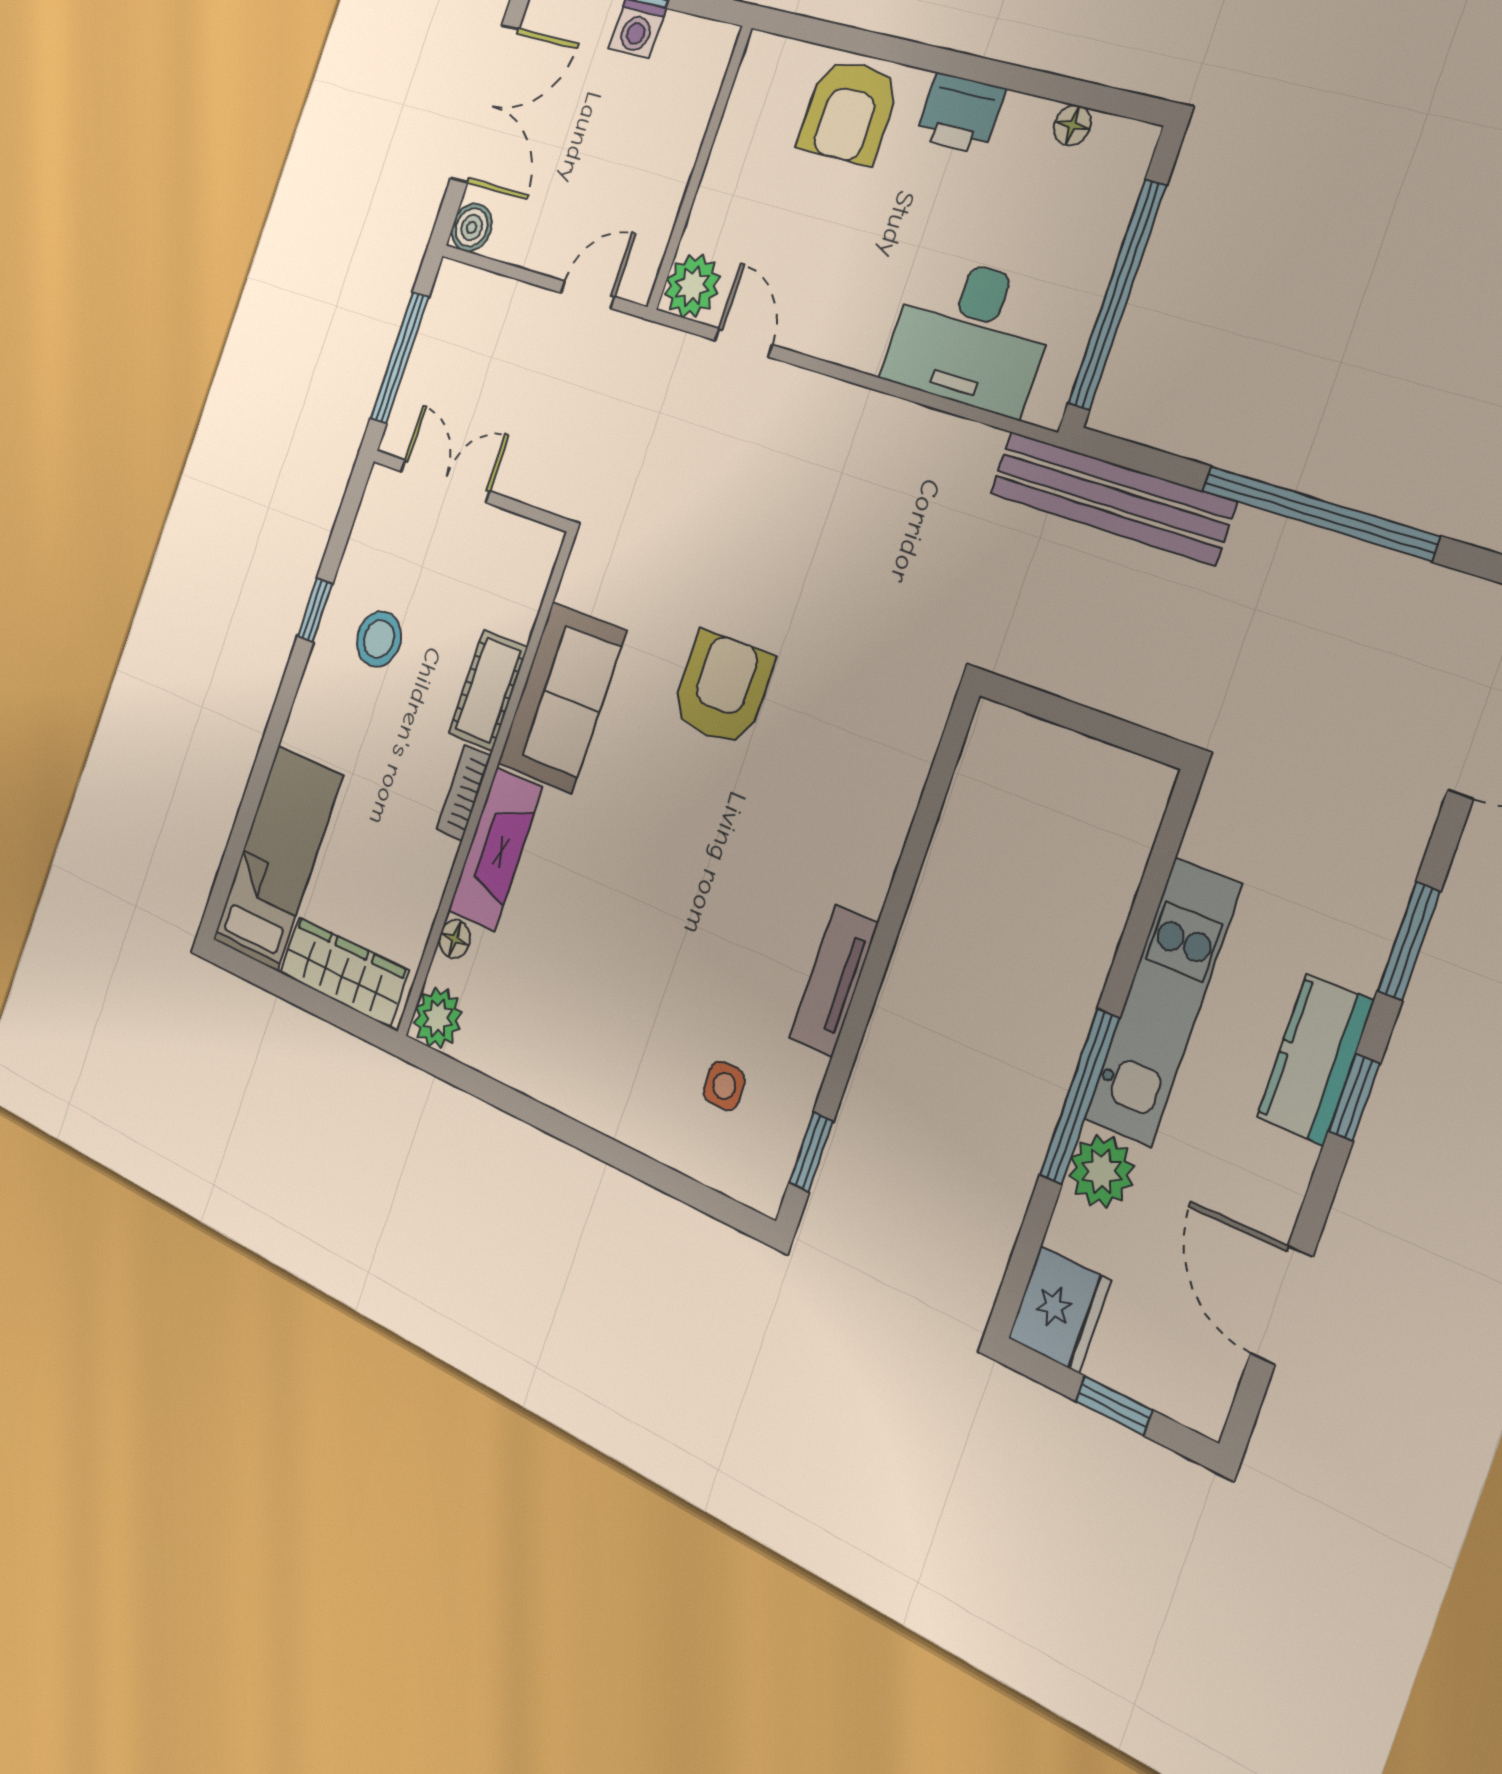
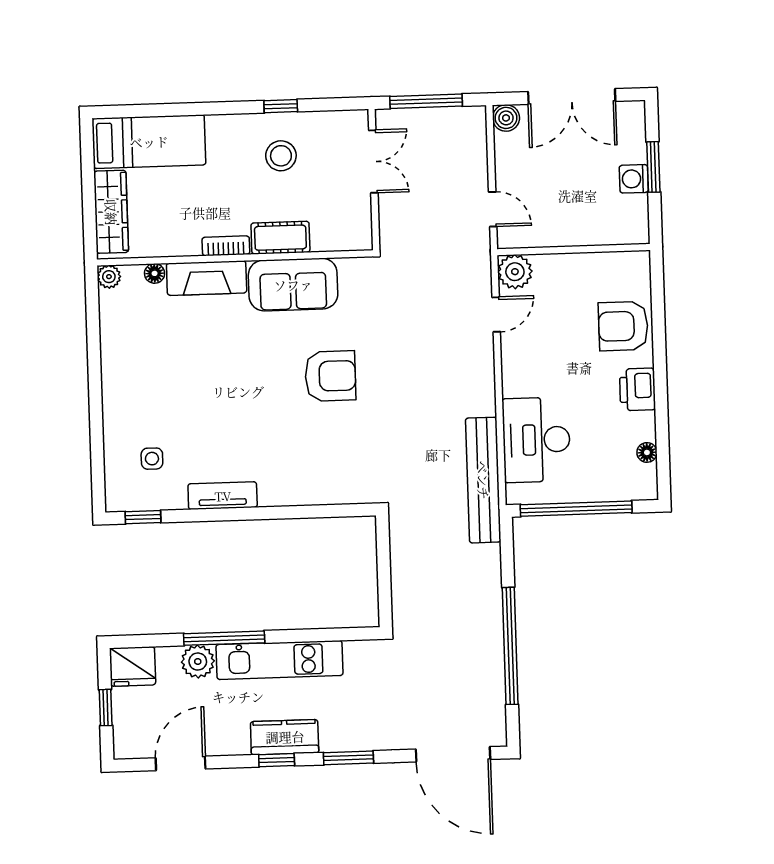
bench: (1111, 497) -> (483, 480), moved
plant: (438, 1018) -> (109, 277), width x0.73, depth x0.73

